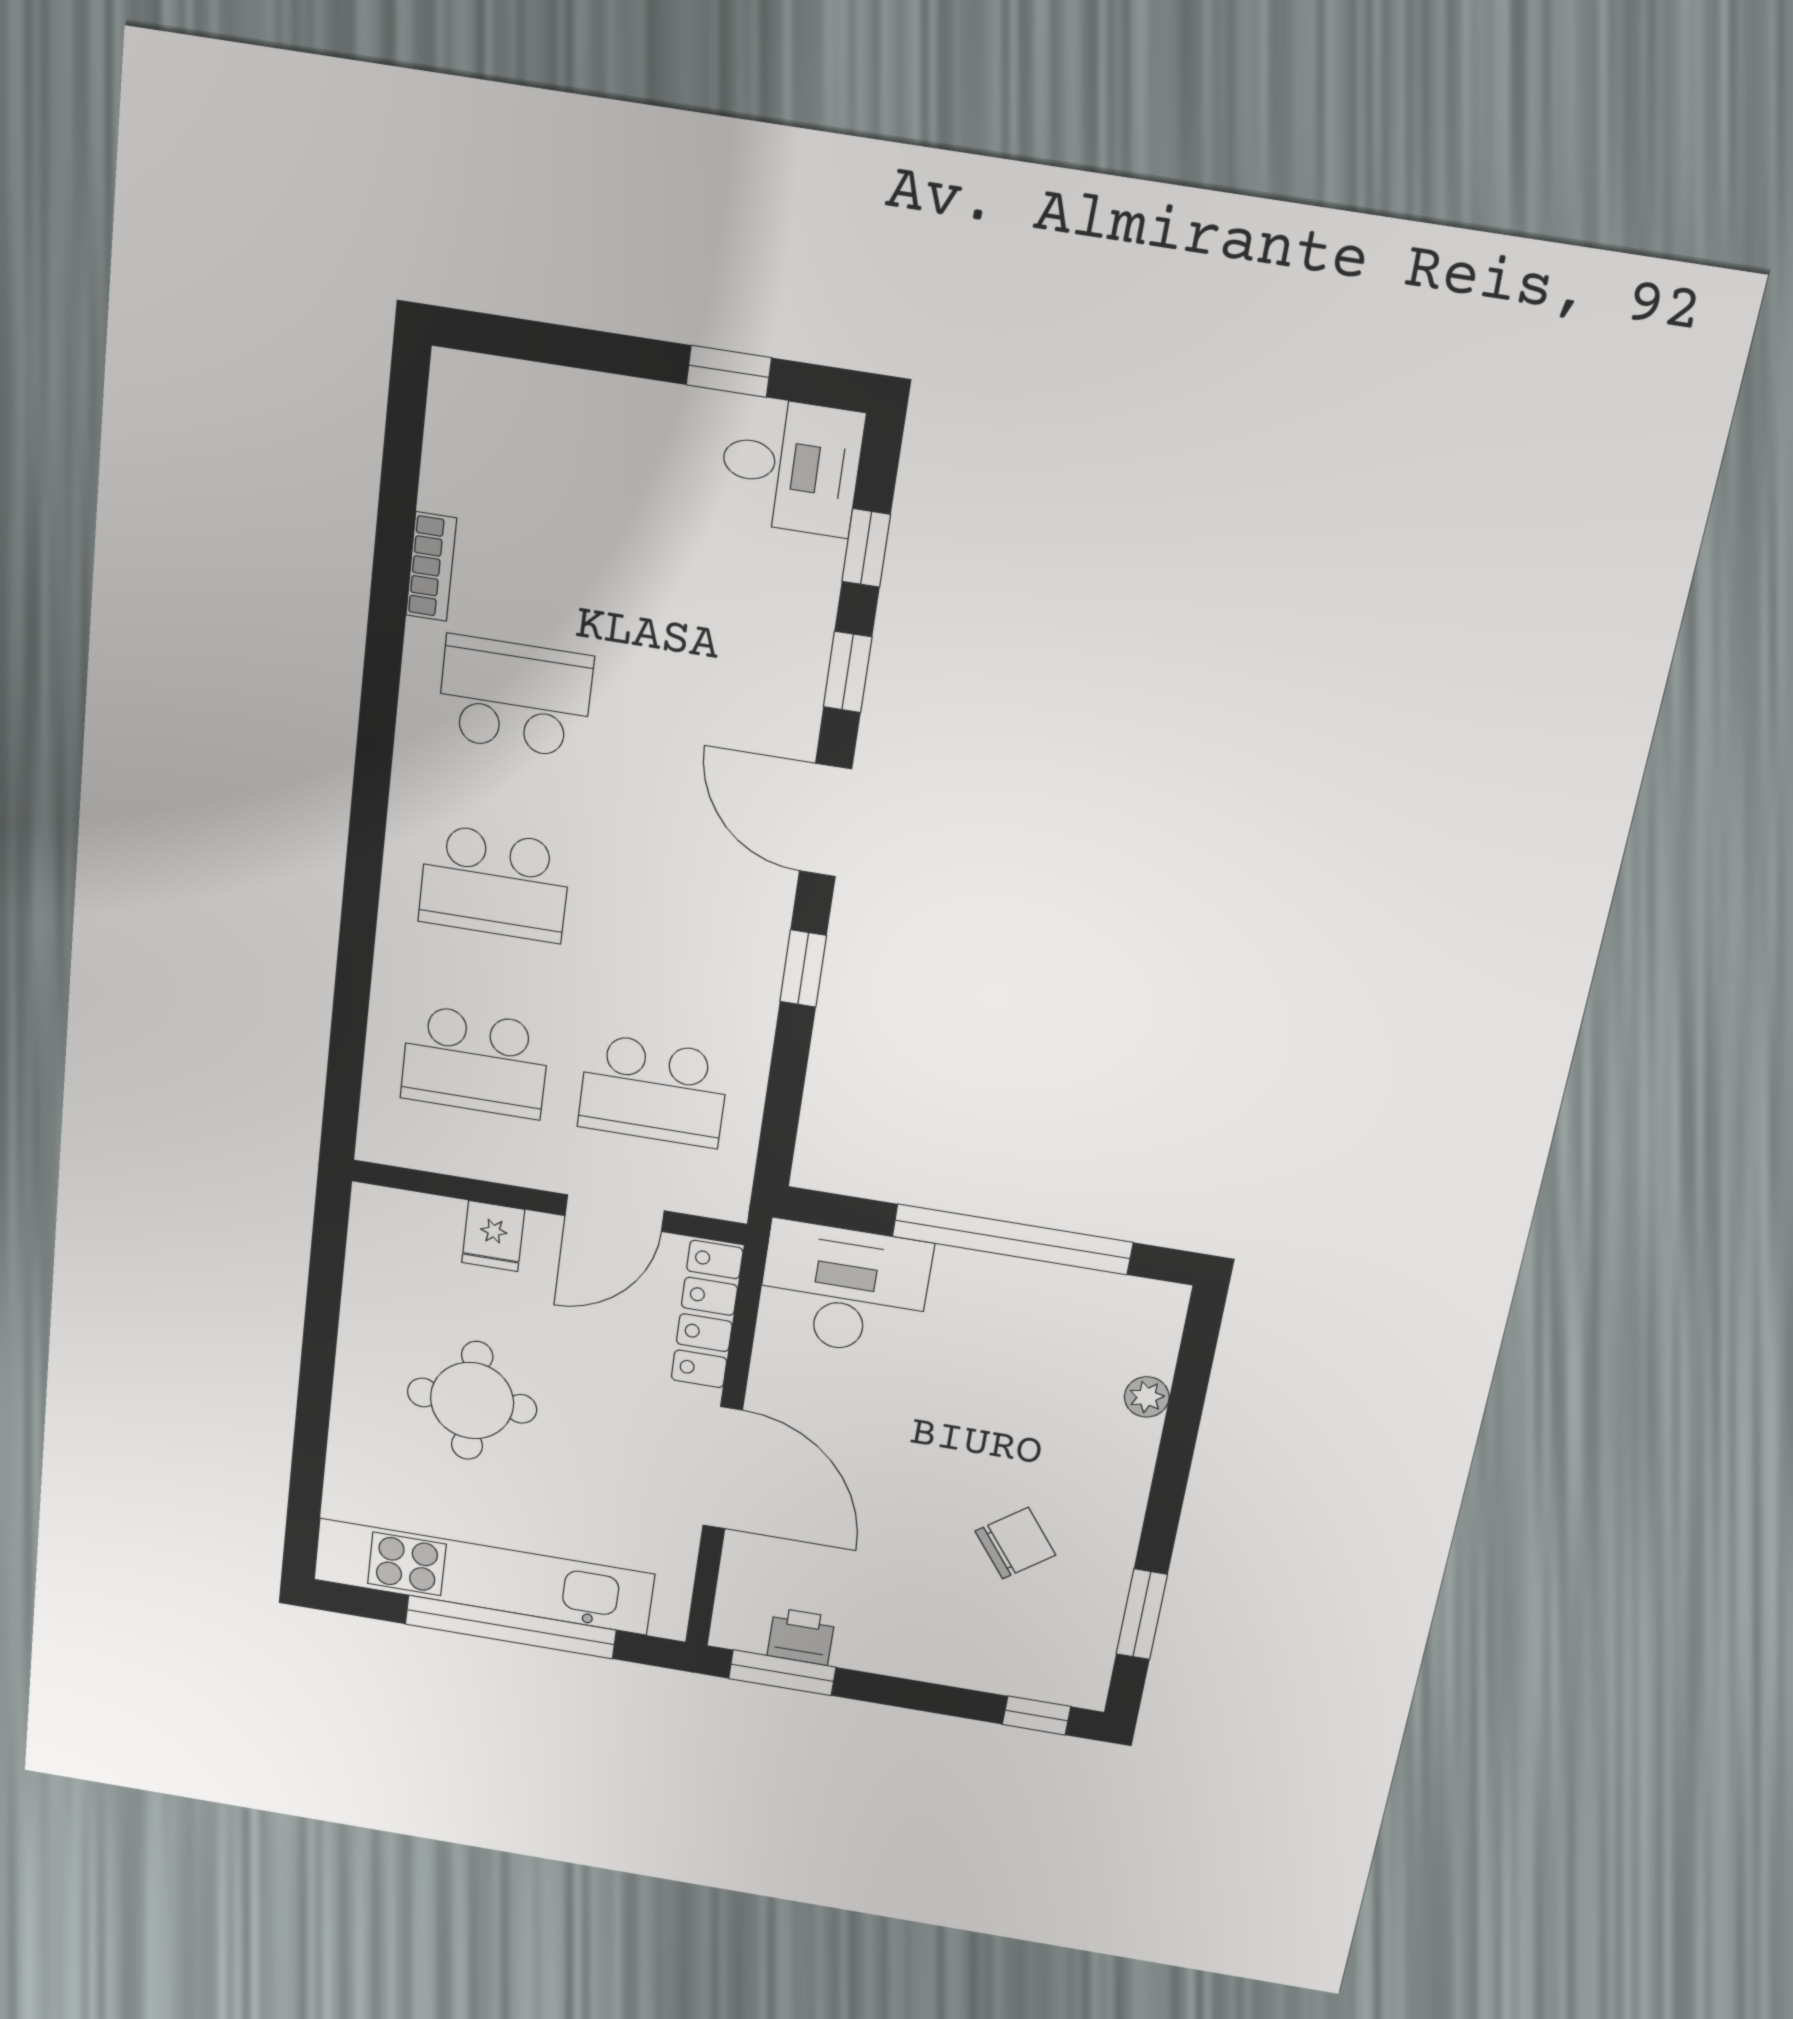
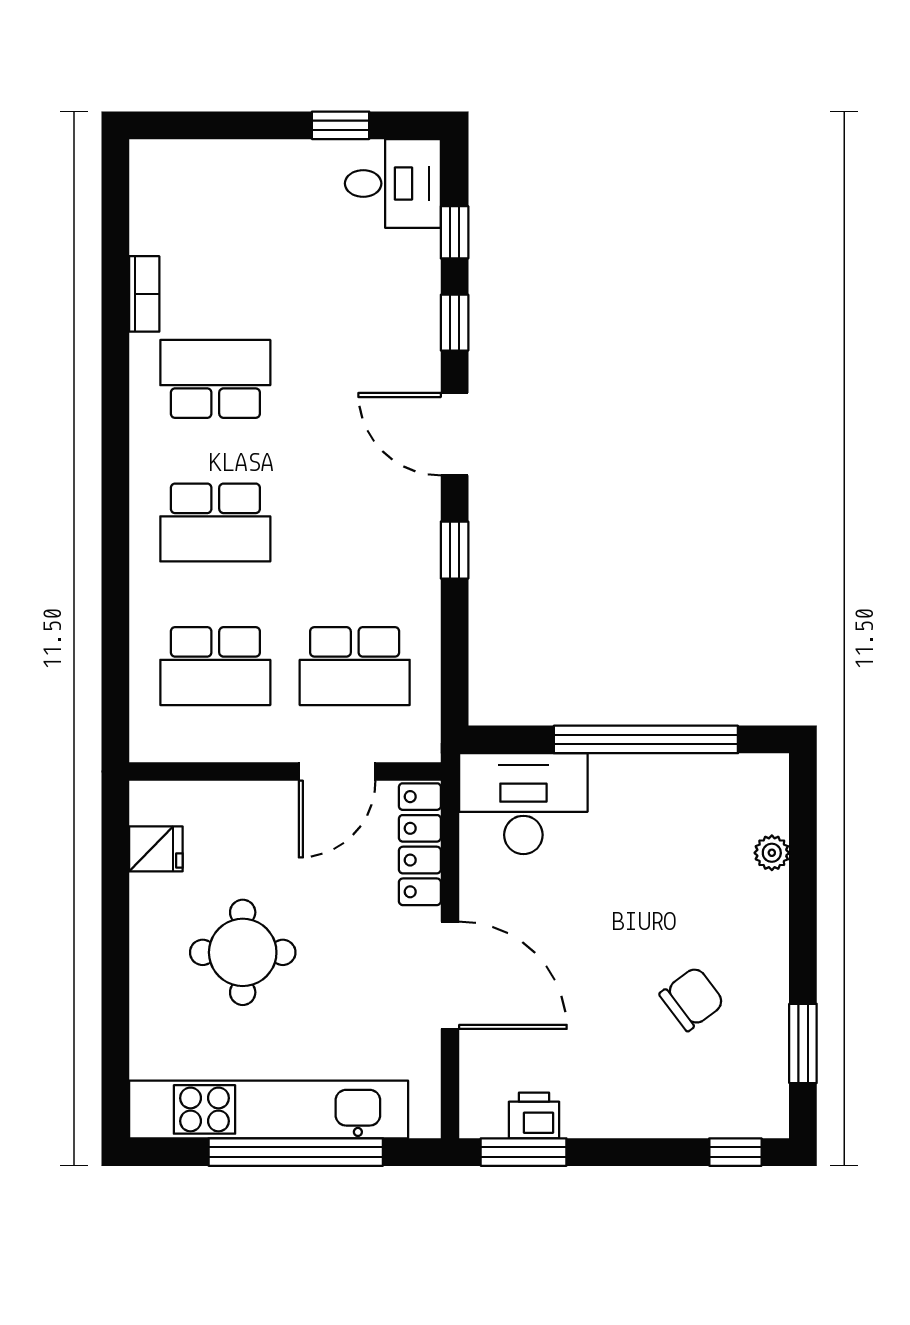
fridge: (493, 1236) -> (156, 849), moved, turned -90

